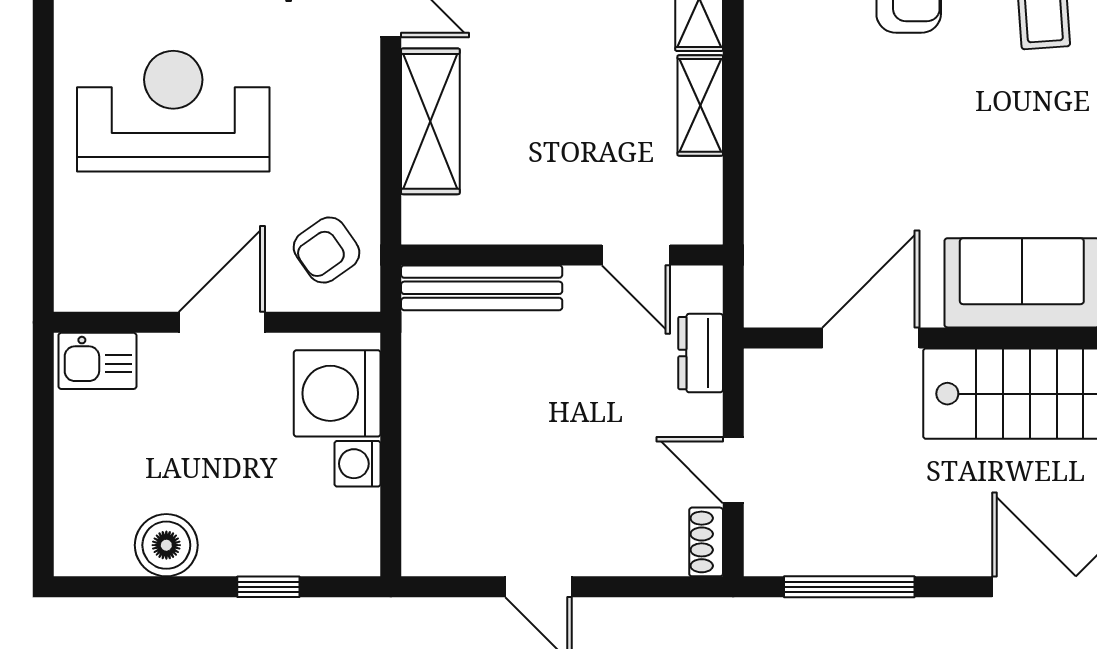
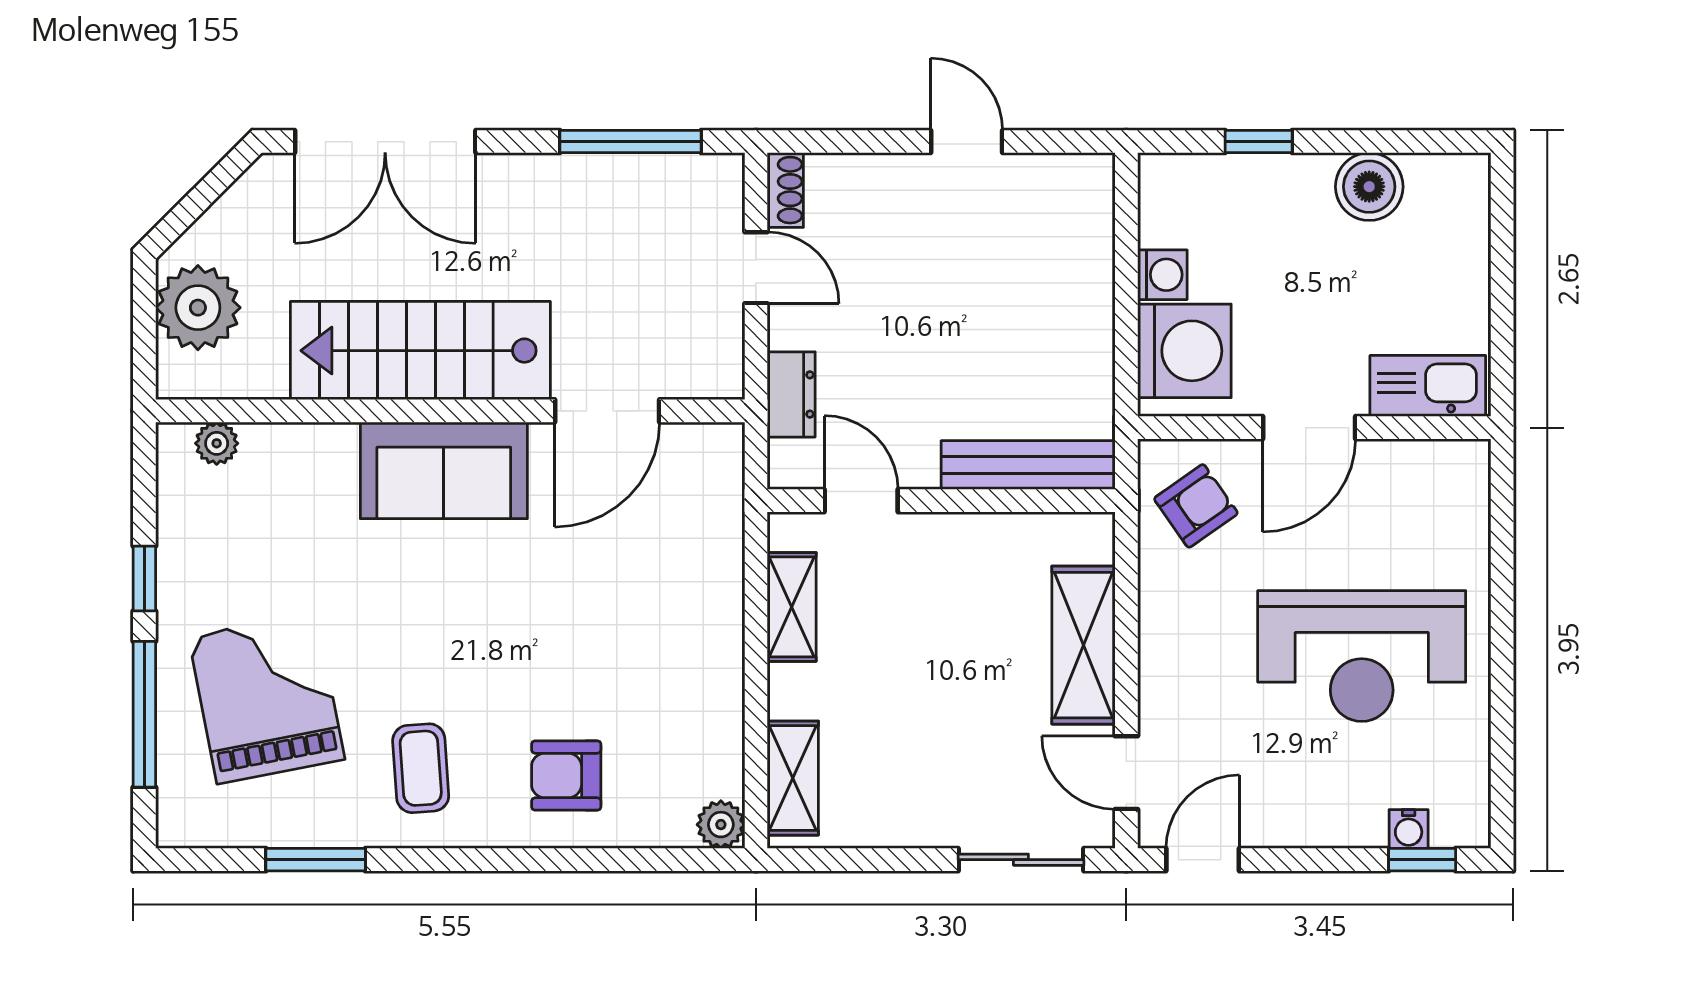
shelving: (700, 105) -> (792, 607), moved
kitchen sink: (97, 361) -> (1428, 386), width x1.38

